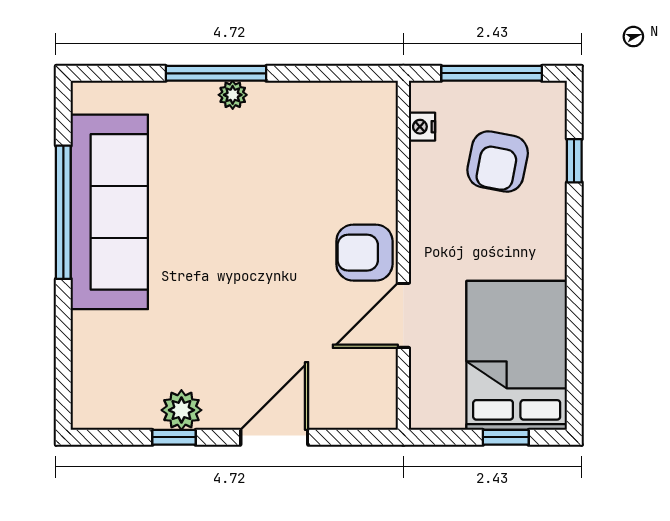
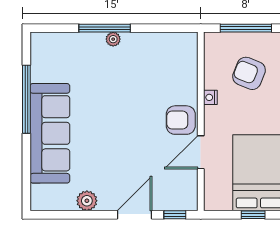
nightstand: (422, 127) -> (210, 97), moved
armchair: (498, 162) -> (249, 73), turned 101
sofa: (109, 212) -> (50, 133), moved
window: (174, 437) -> (175, 215), moved

